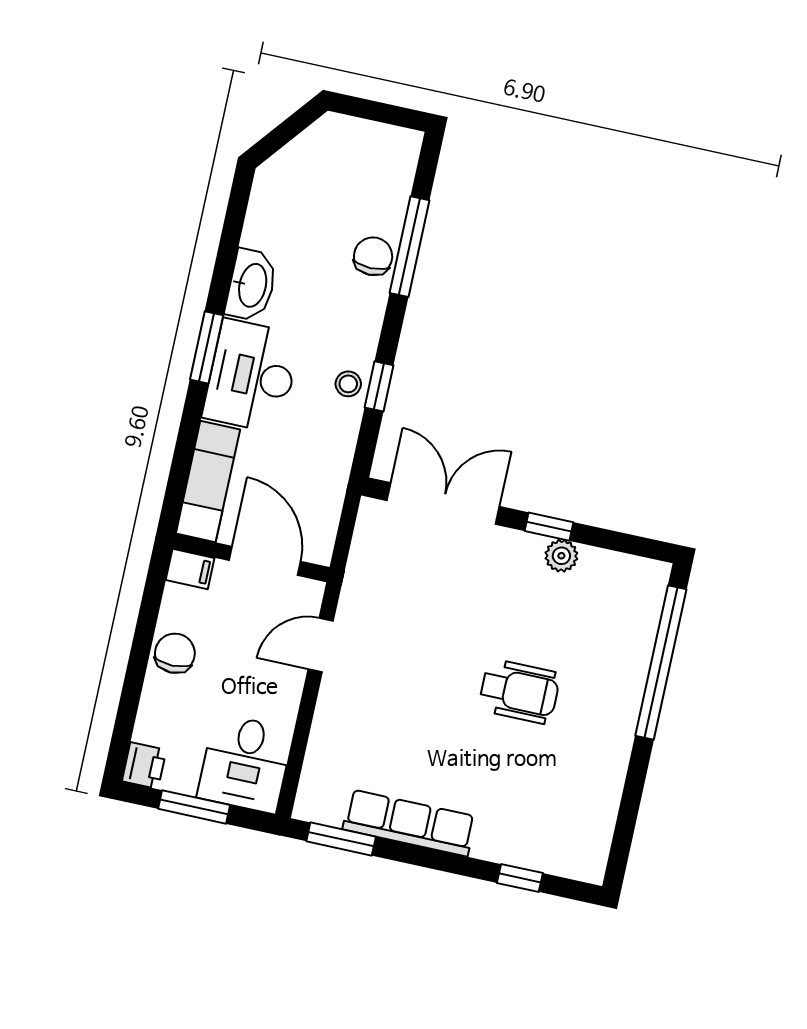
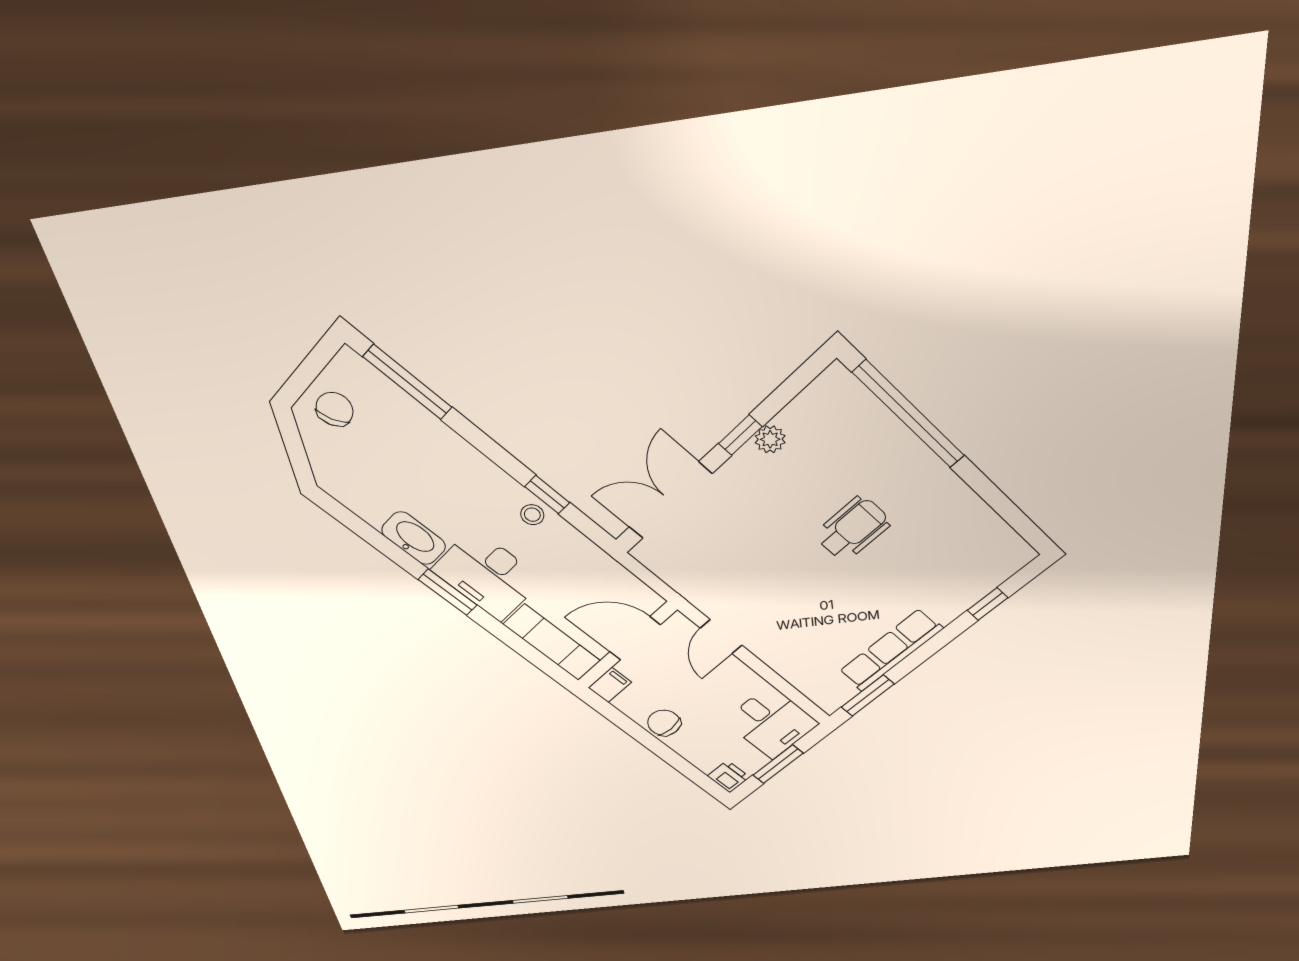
window: (409, 247) -> (408, 382), moved
chair: (373, 256) -> (335, 409), moved, turned 70

